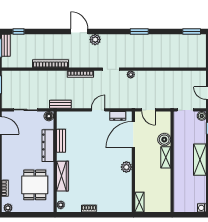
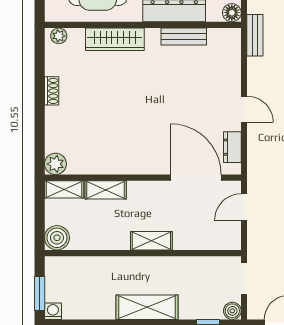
boiler: (164, 140) -> (57, 238), moved
plant: (126, 167) -> (55, 164), moved
shelving: (140, 181) -> (106, 190), added
window: (193, 215) -> (40, 293), added

